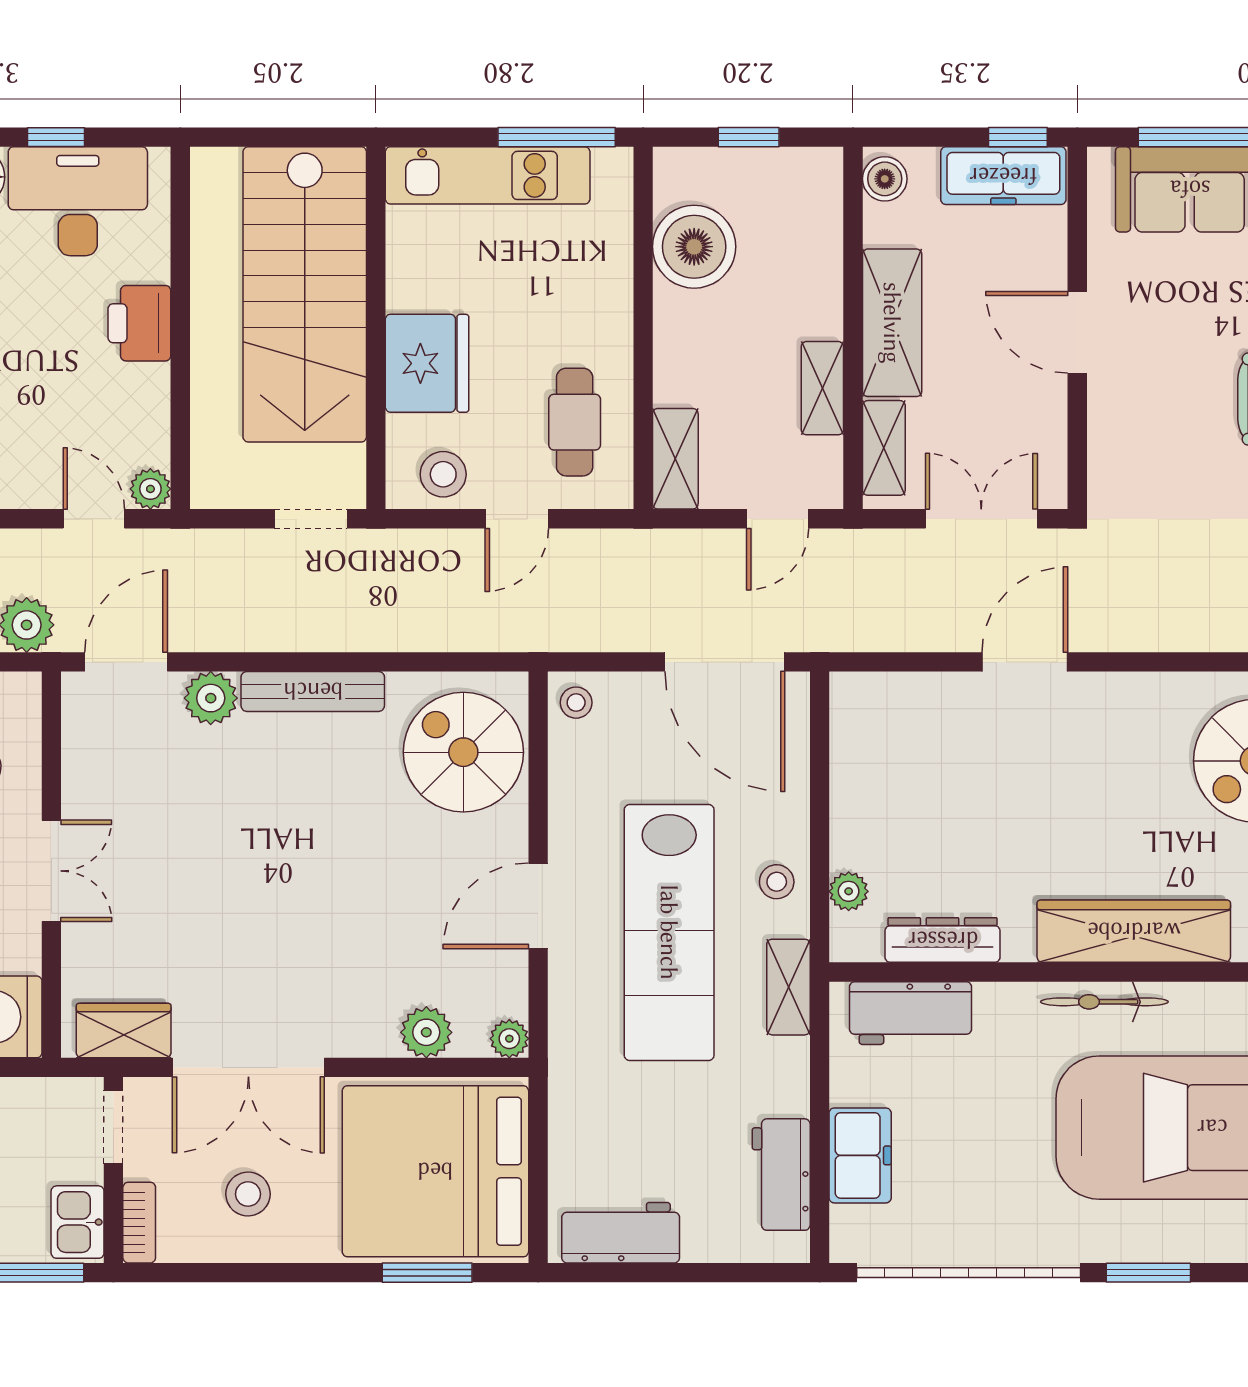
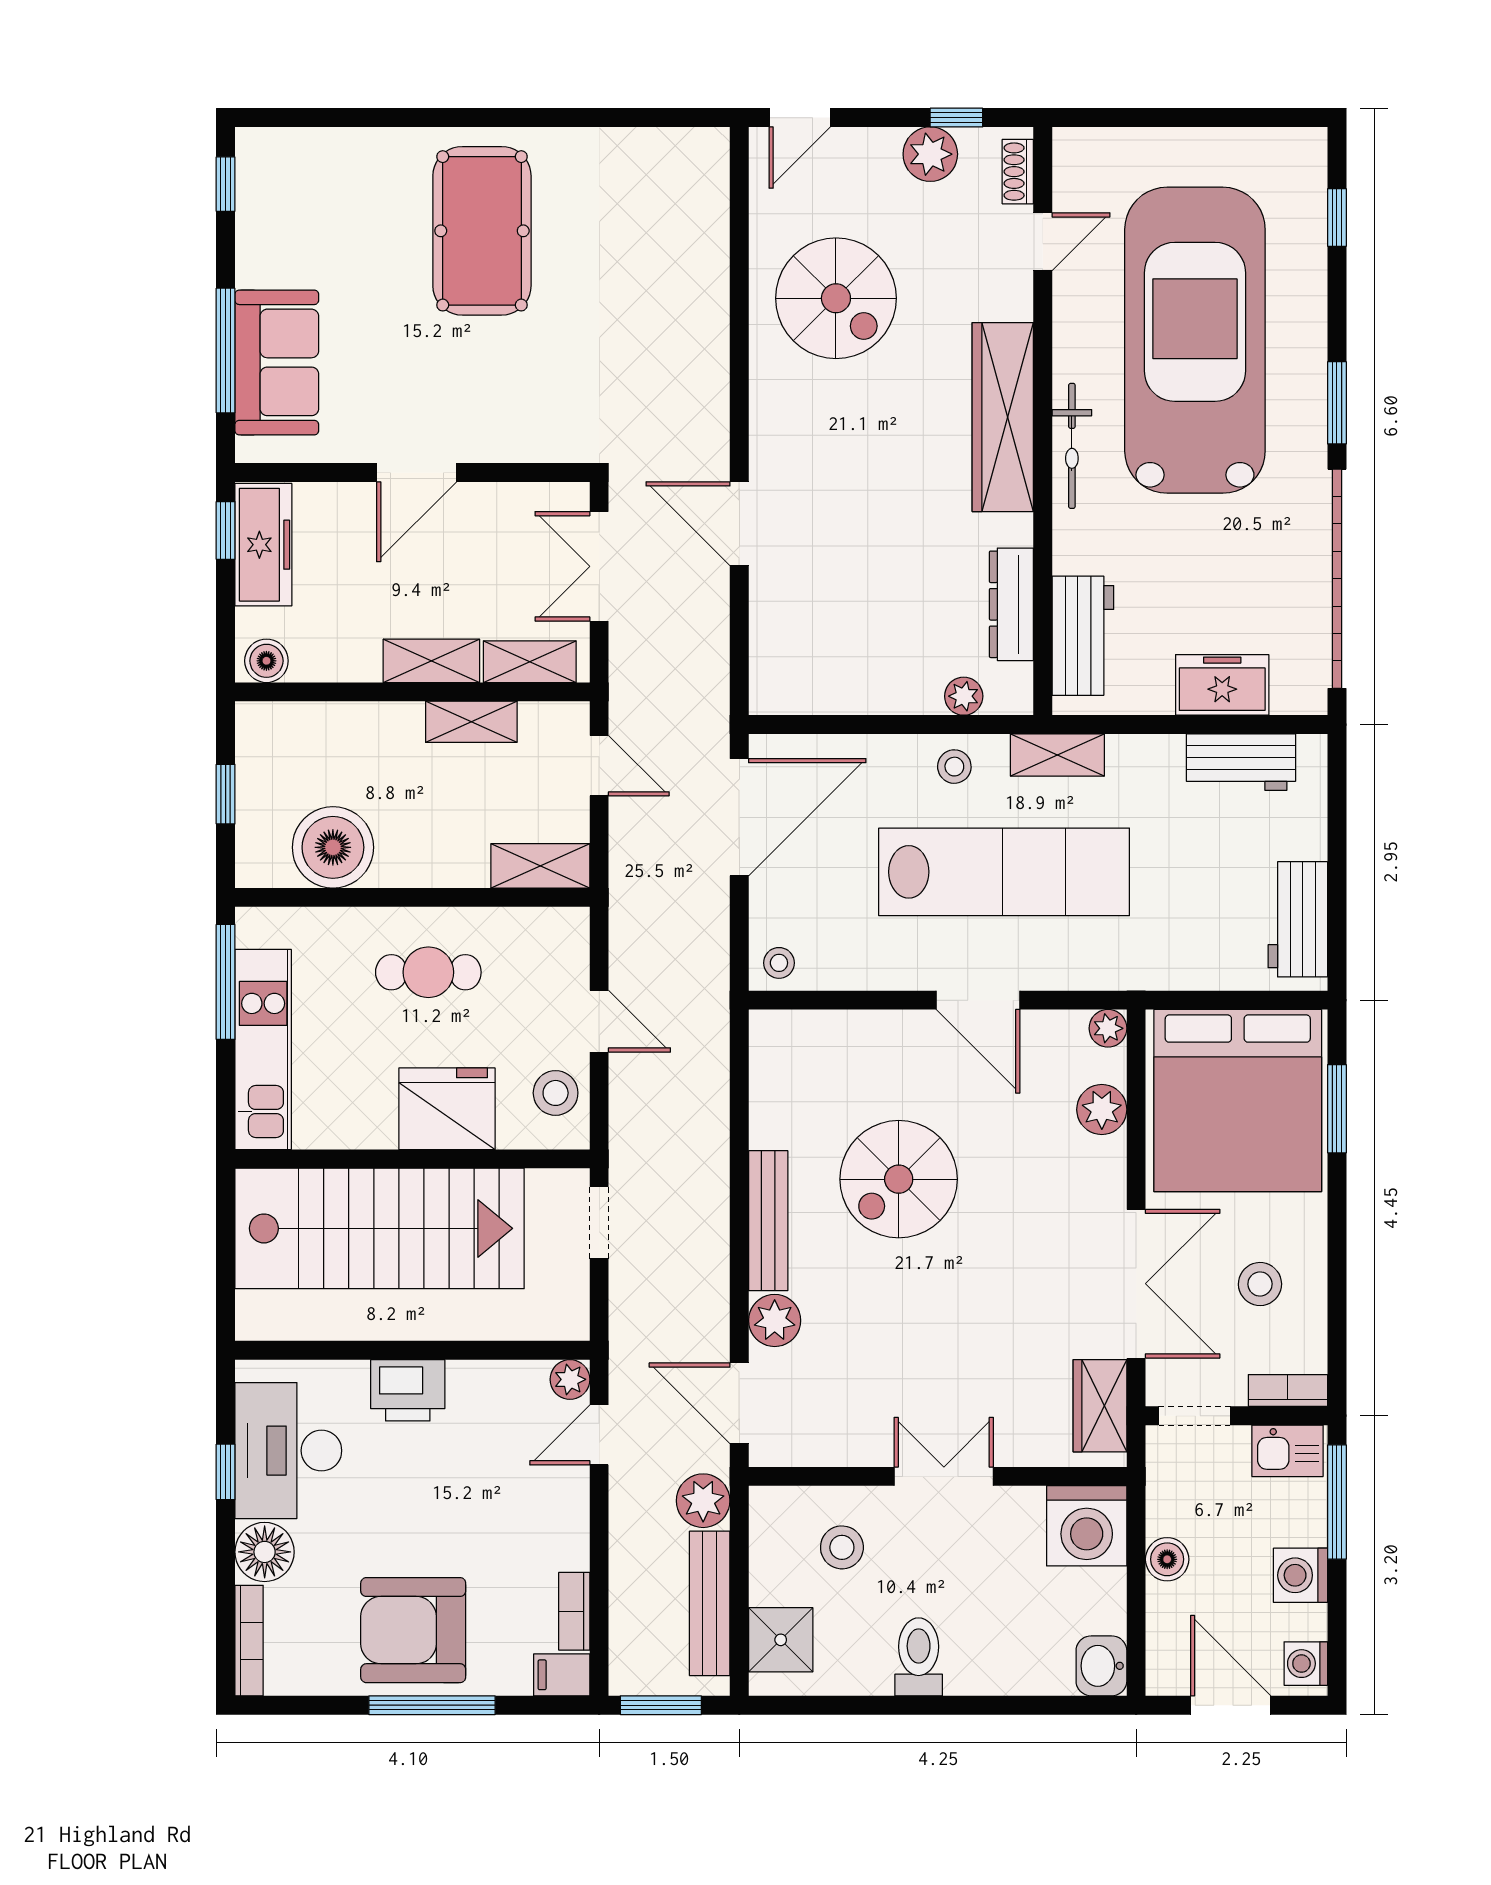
shelving: (892, 323) -> (431, 661), width x0.67, depth x0.75
cafe table: (575, 422) -> (428, 972), moved
spiral stairs: (463, 752) -> (899, 1179), moved

